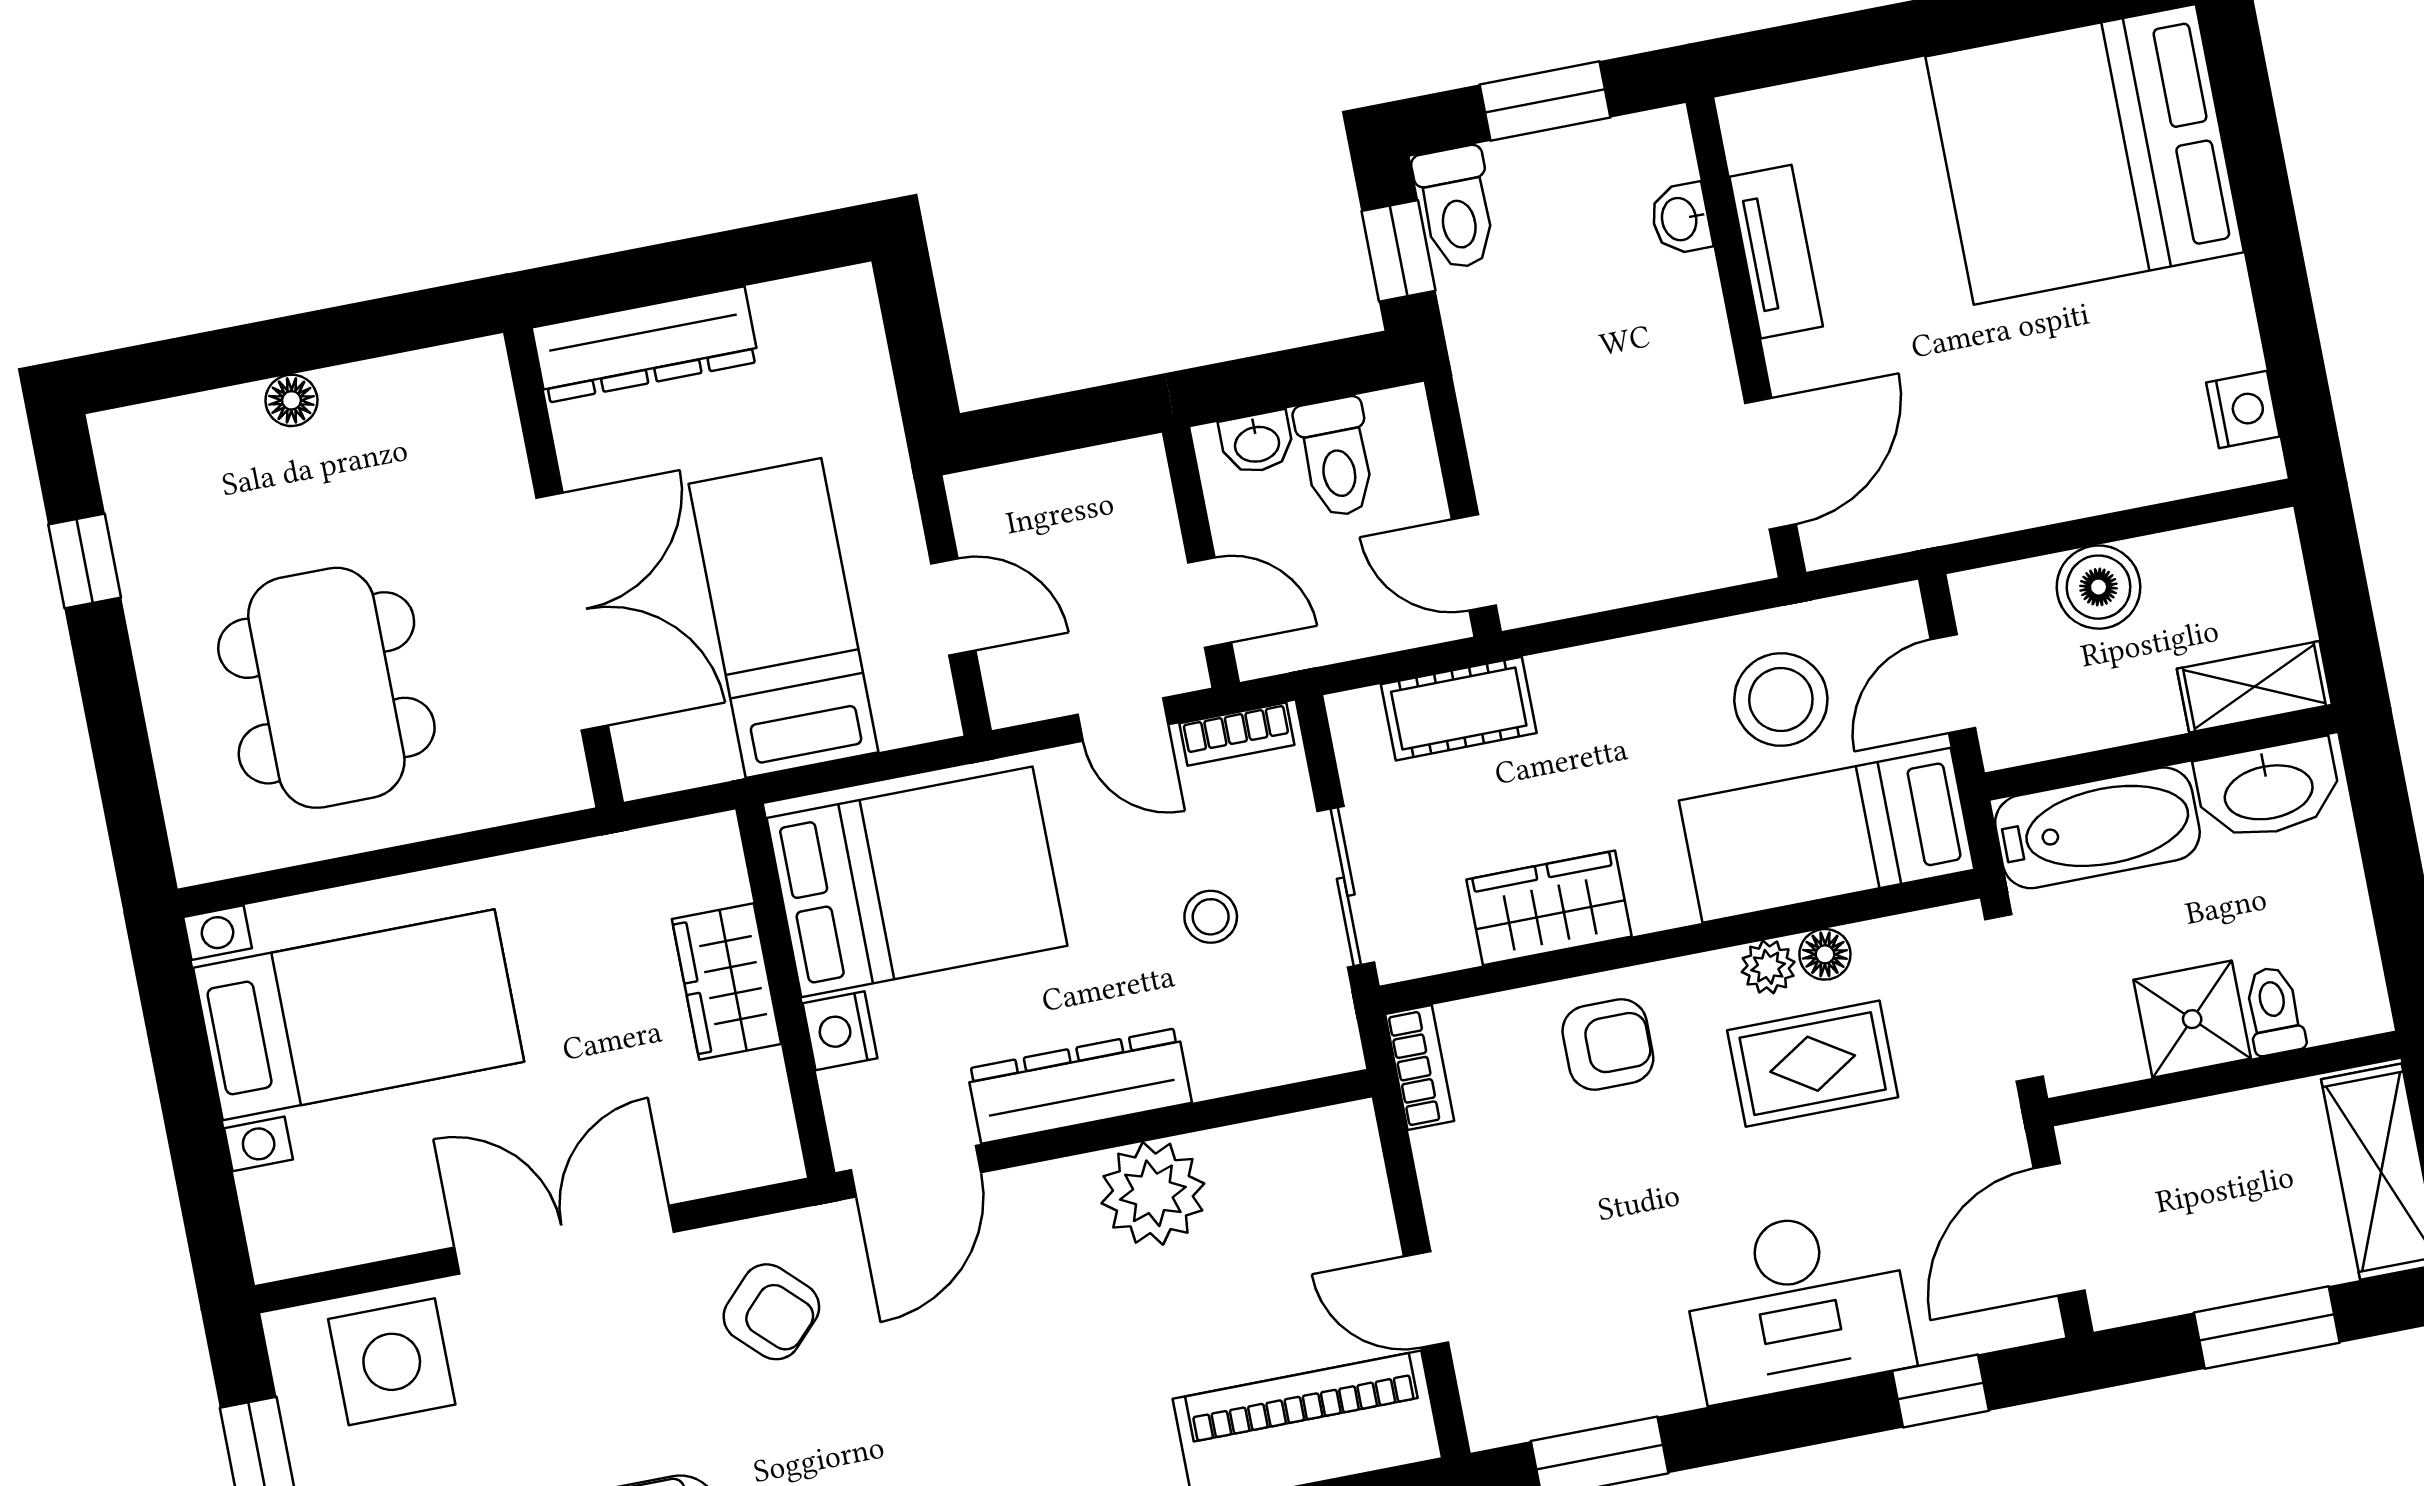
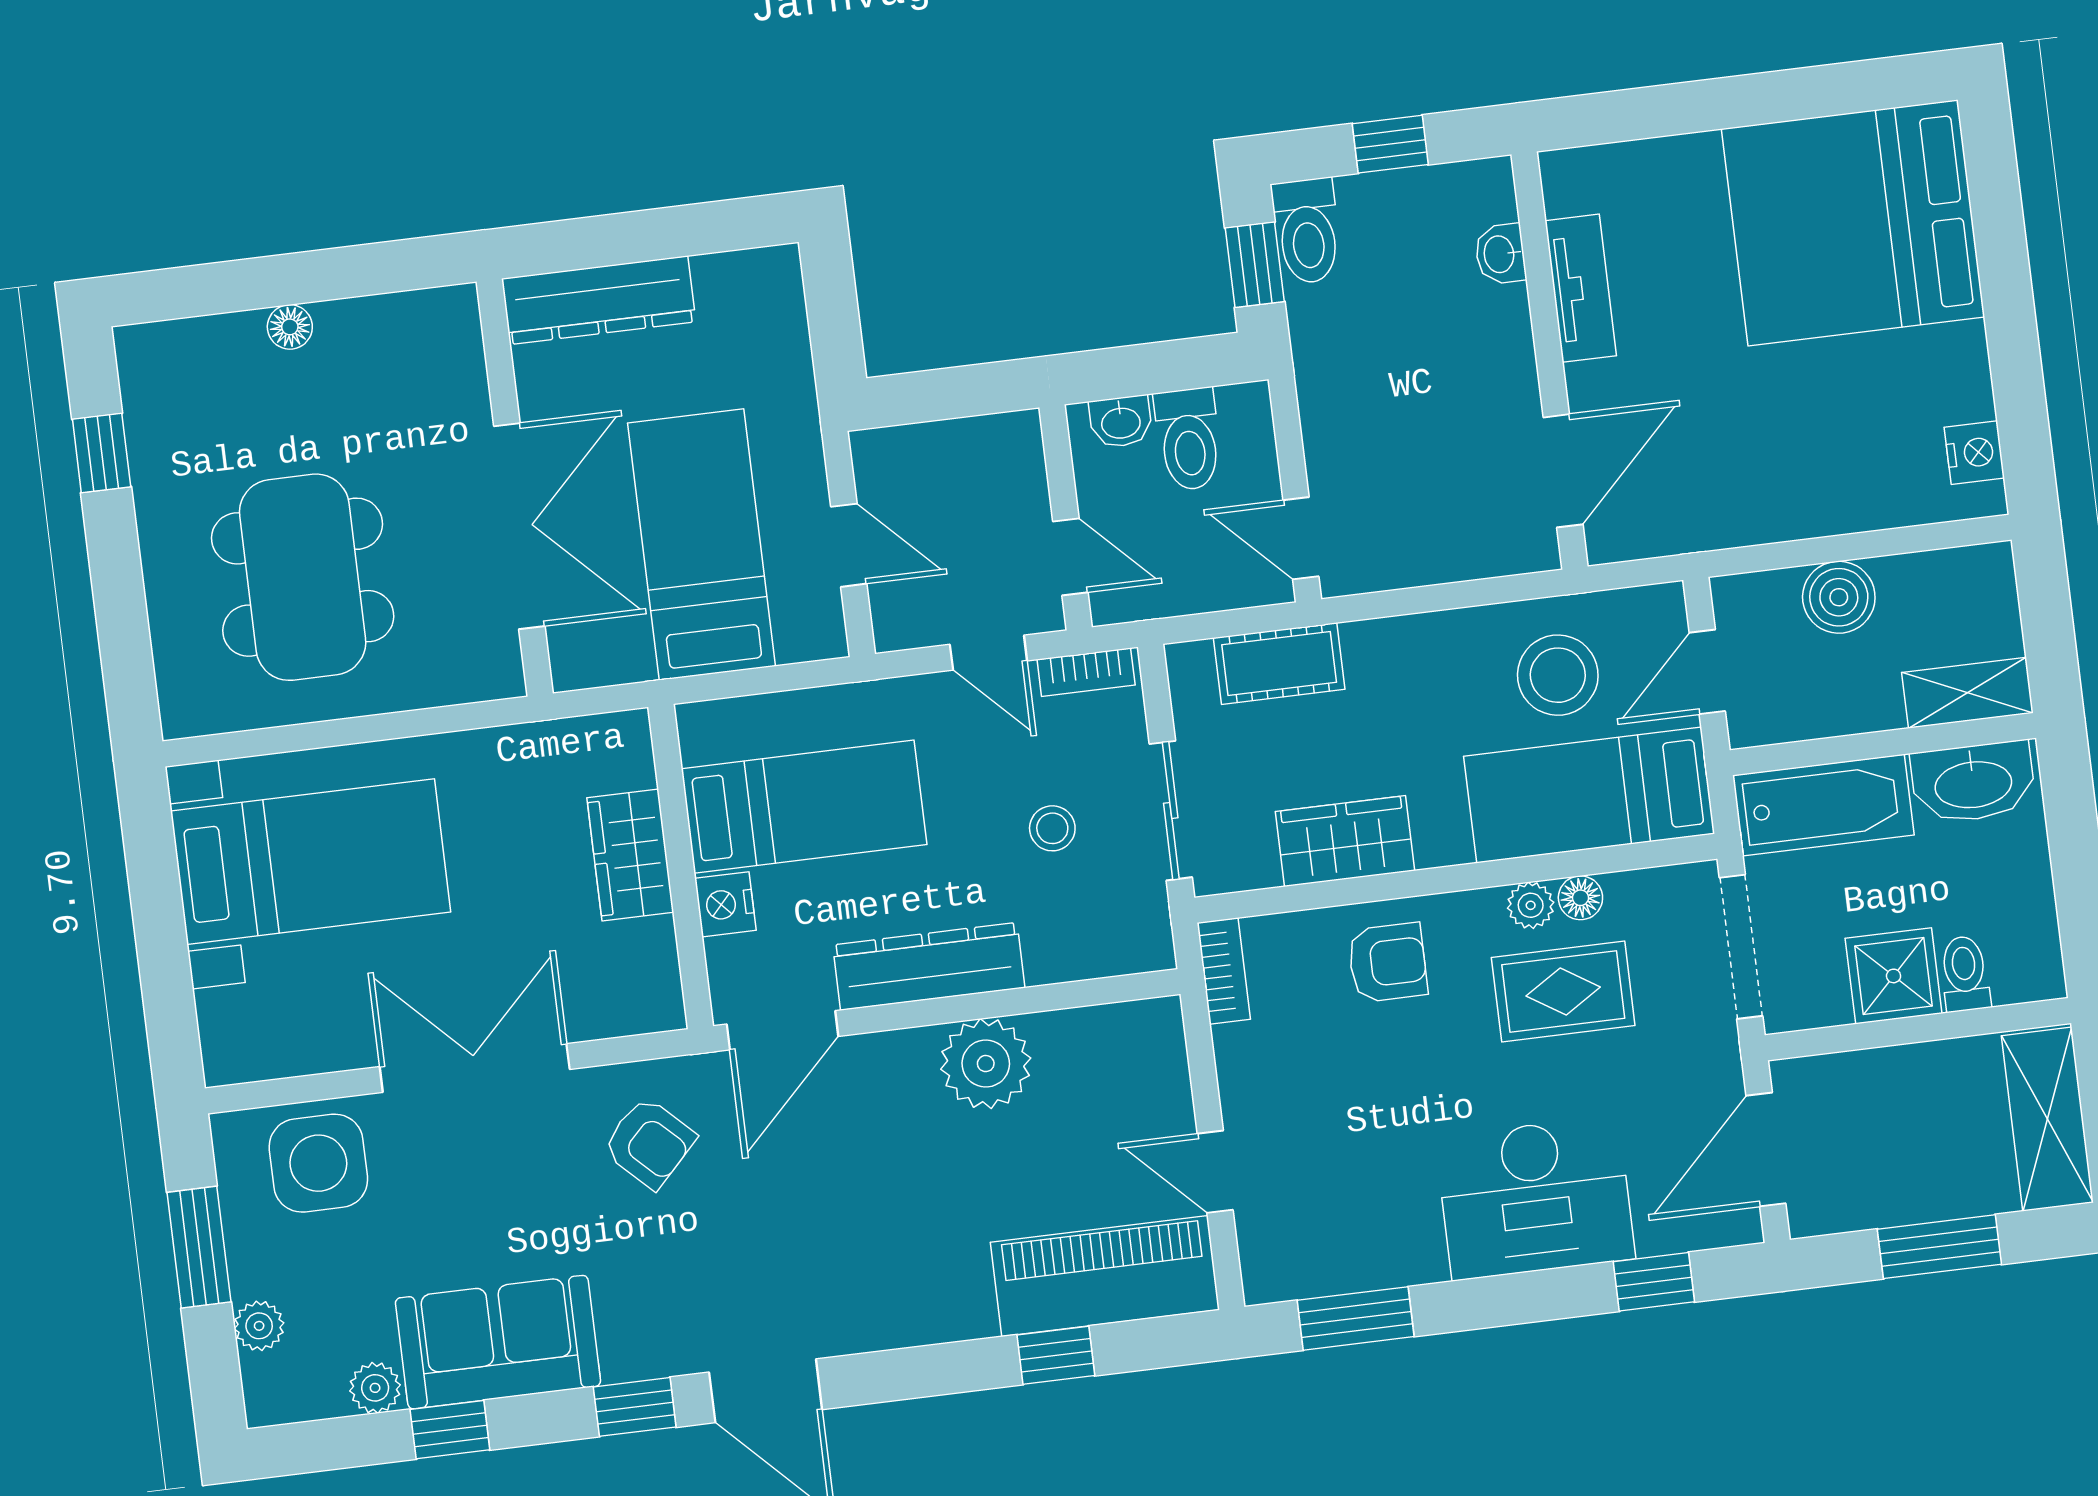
window: (1545, 101) -> (1390, 144), width x0.67
bed: (917, 882) -> (804, 807), width x0.67

